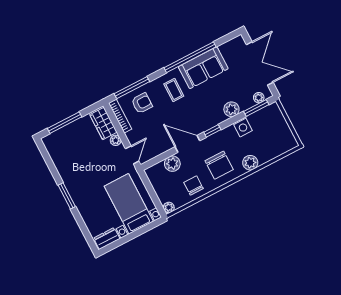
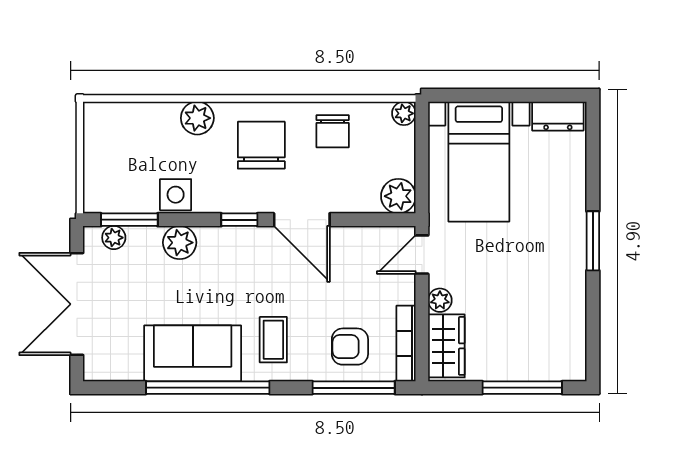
plant: (172, 164) -> (398, 196), moved

